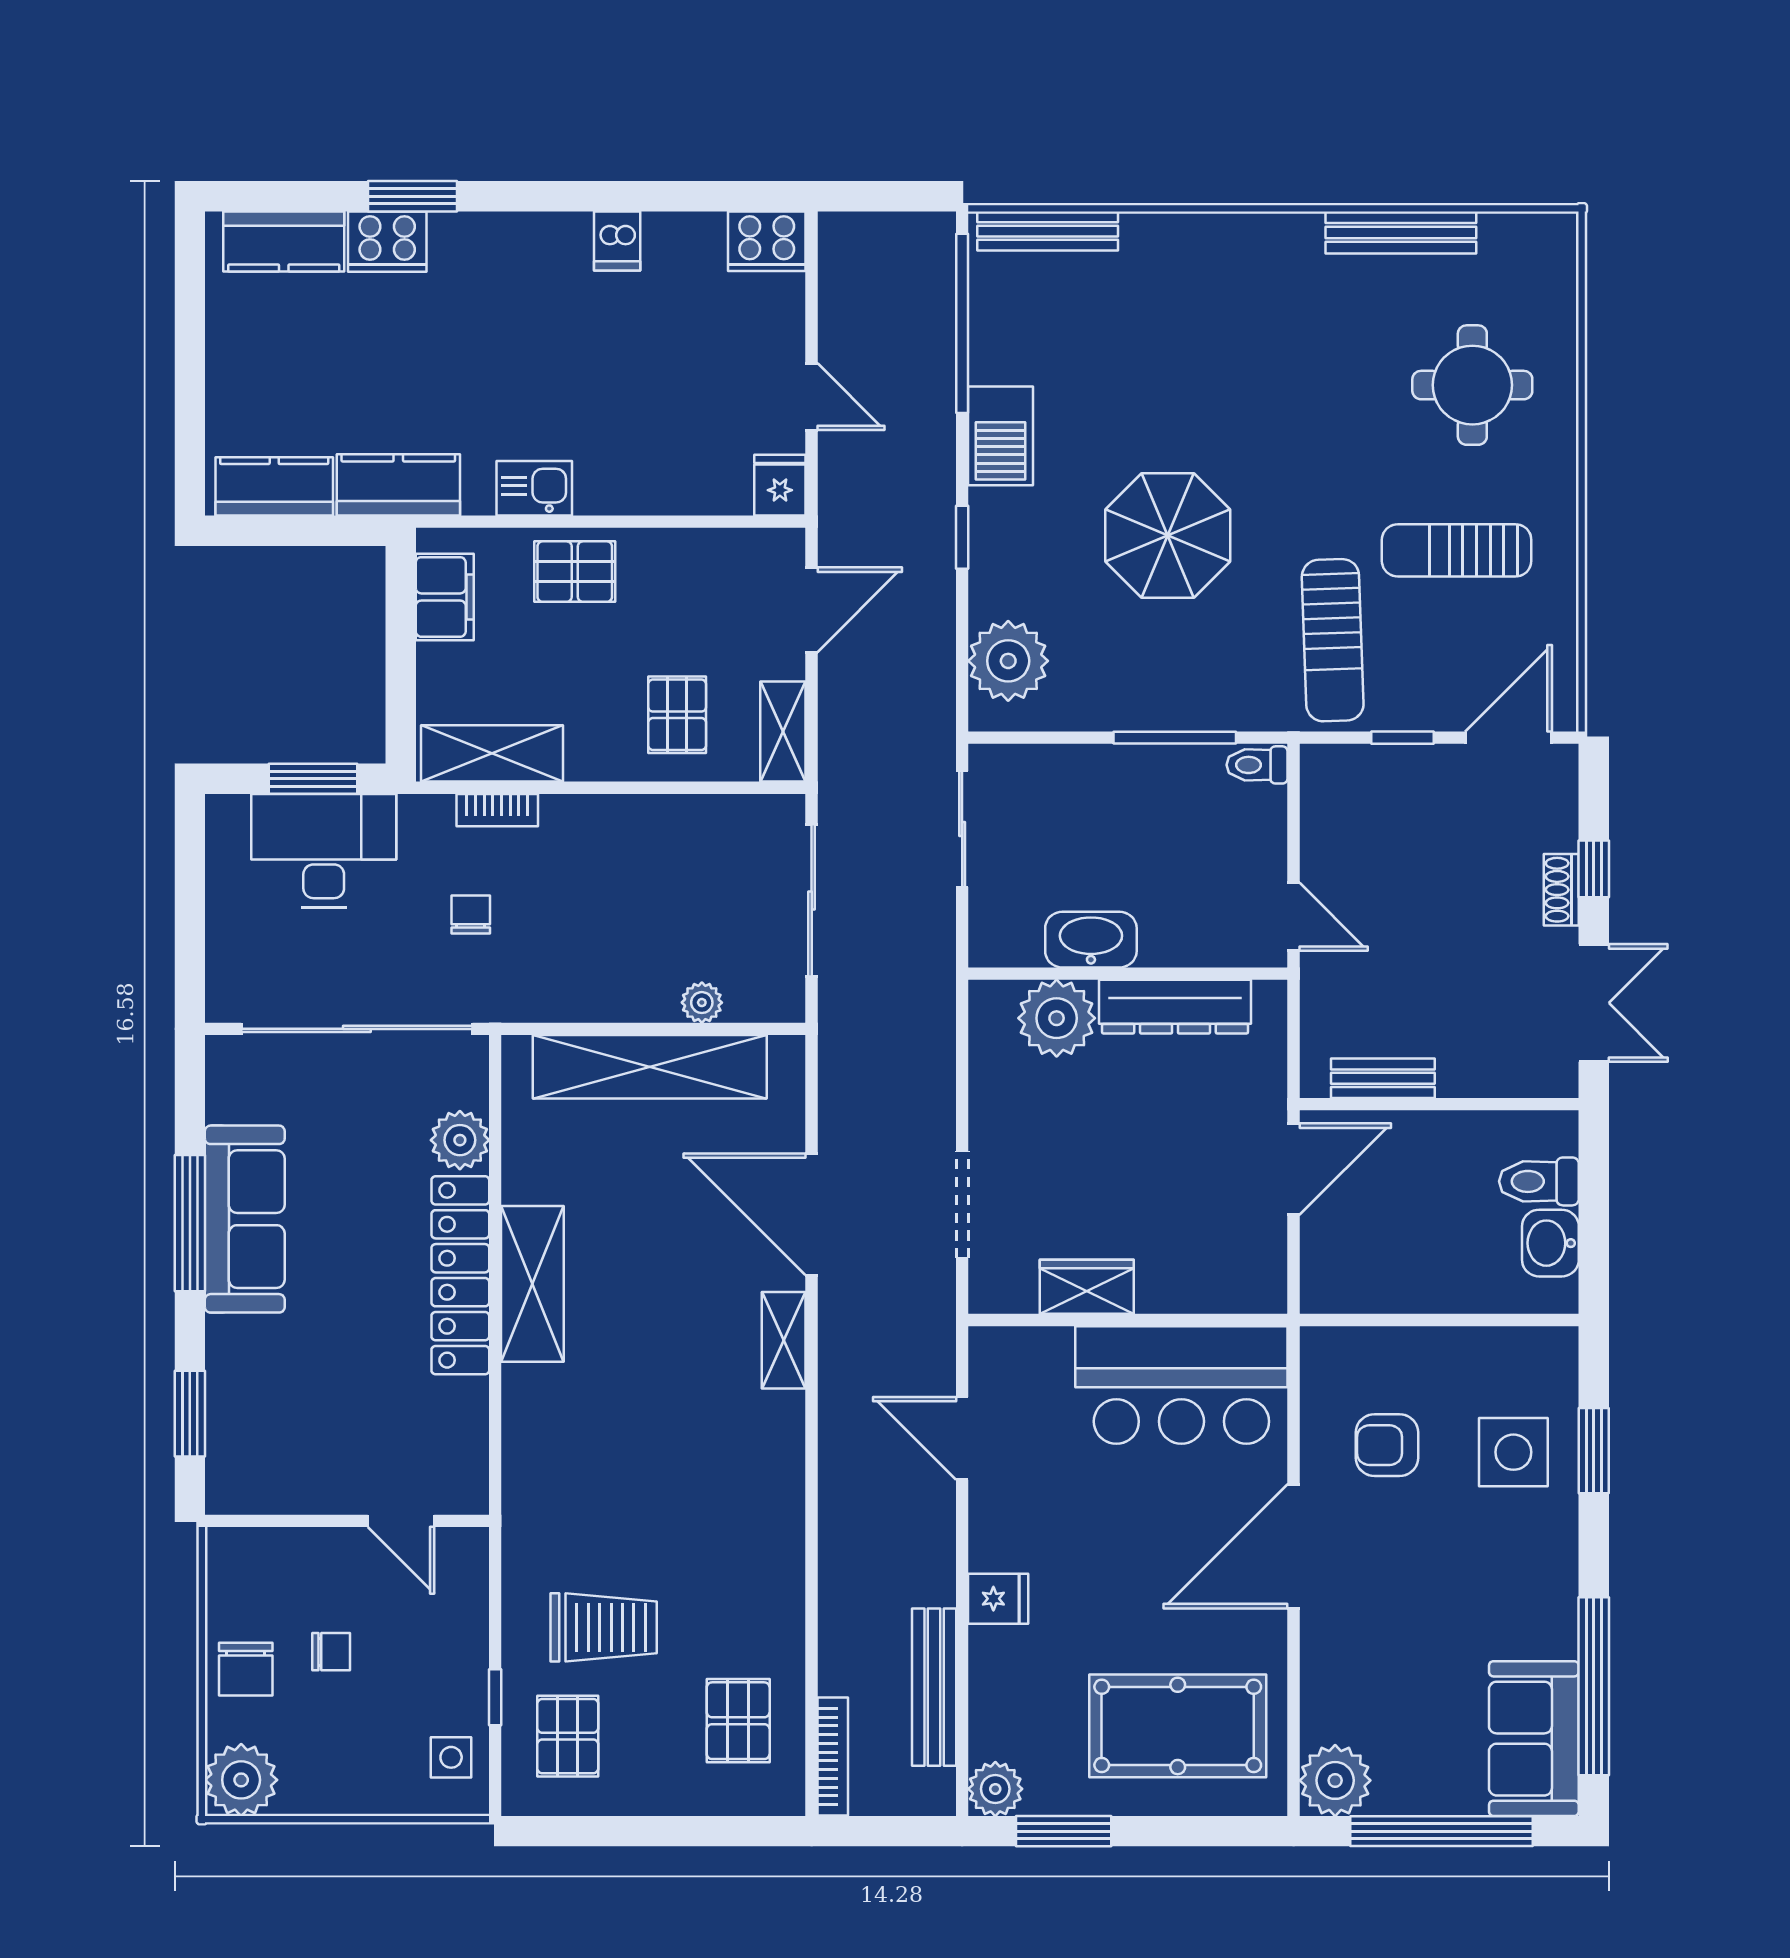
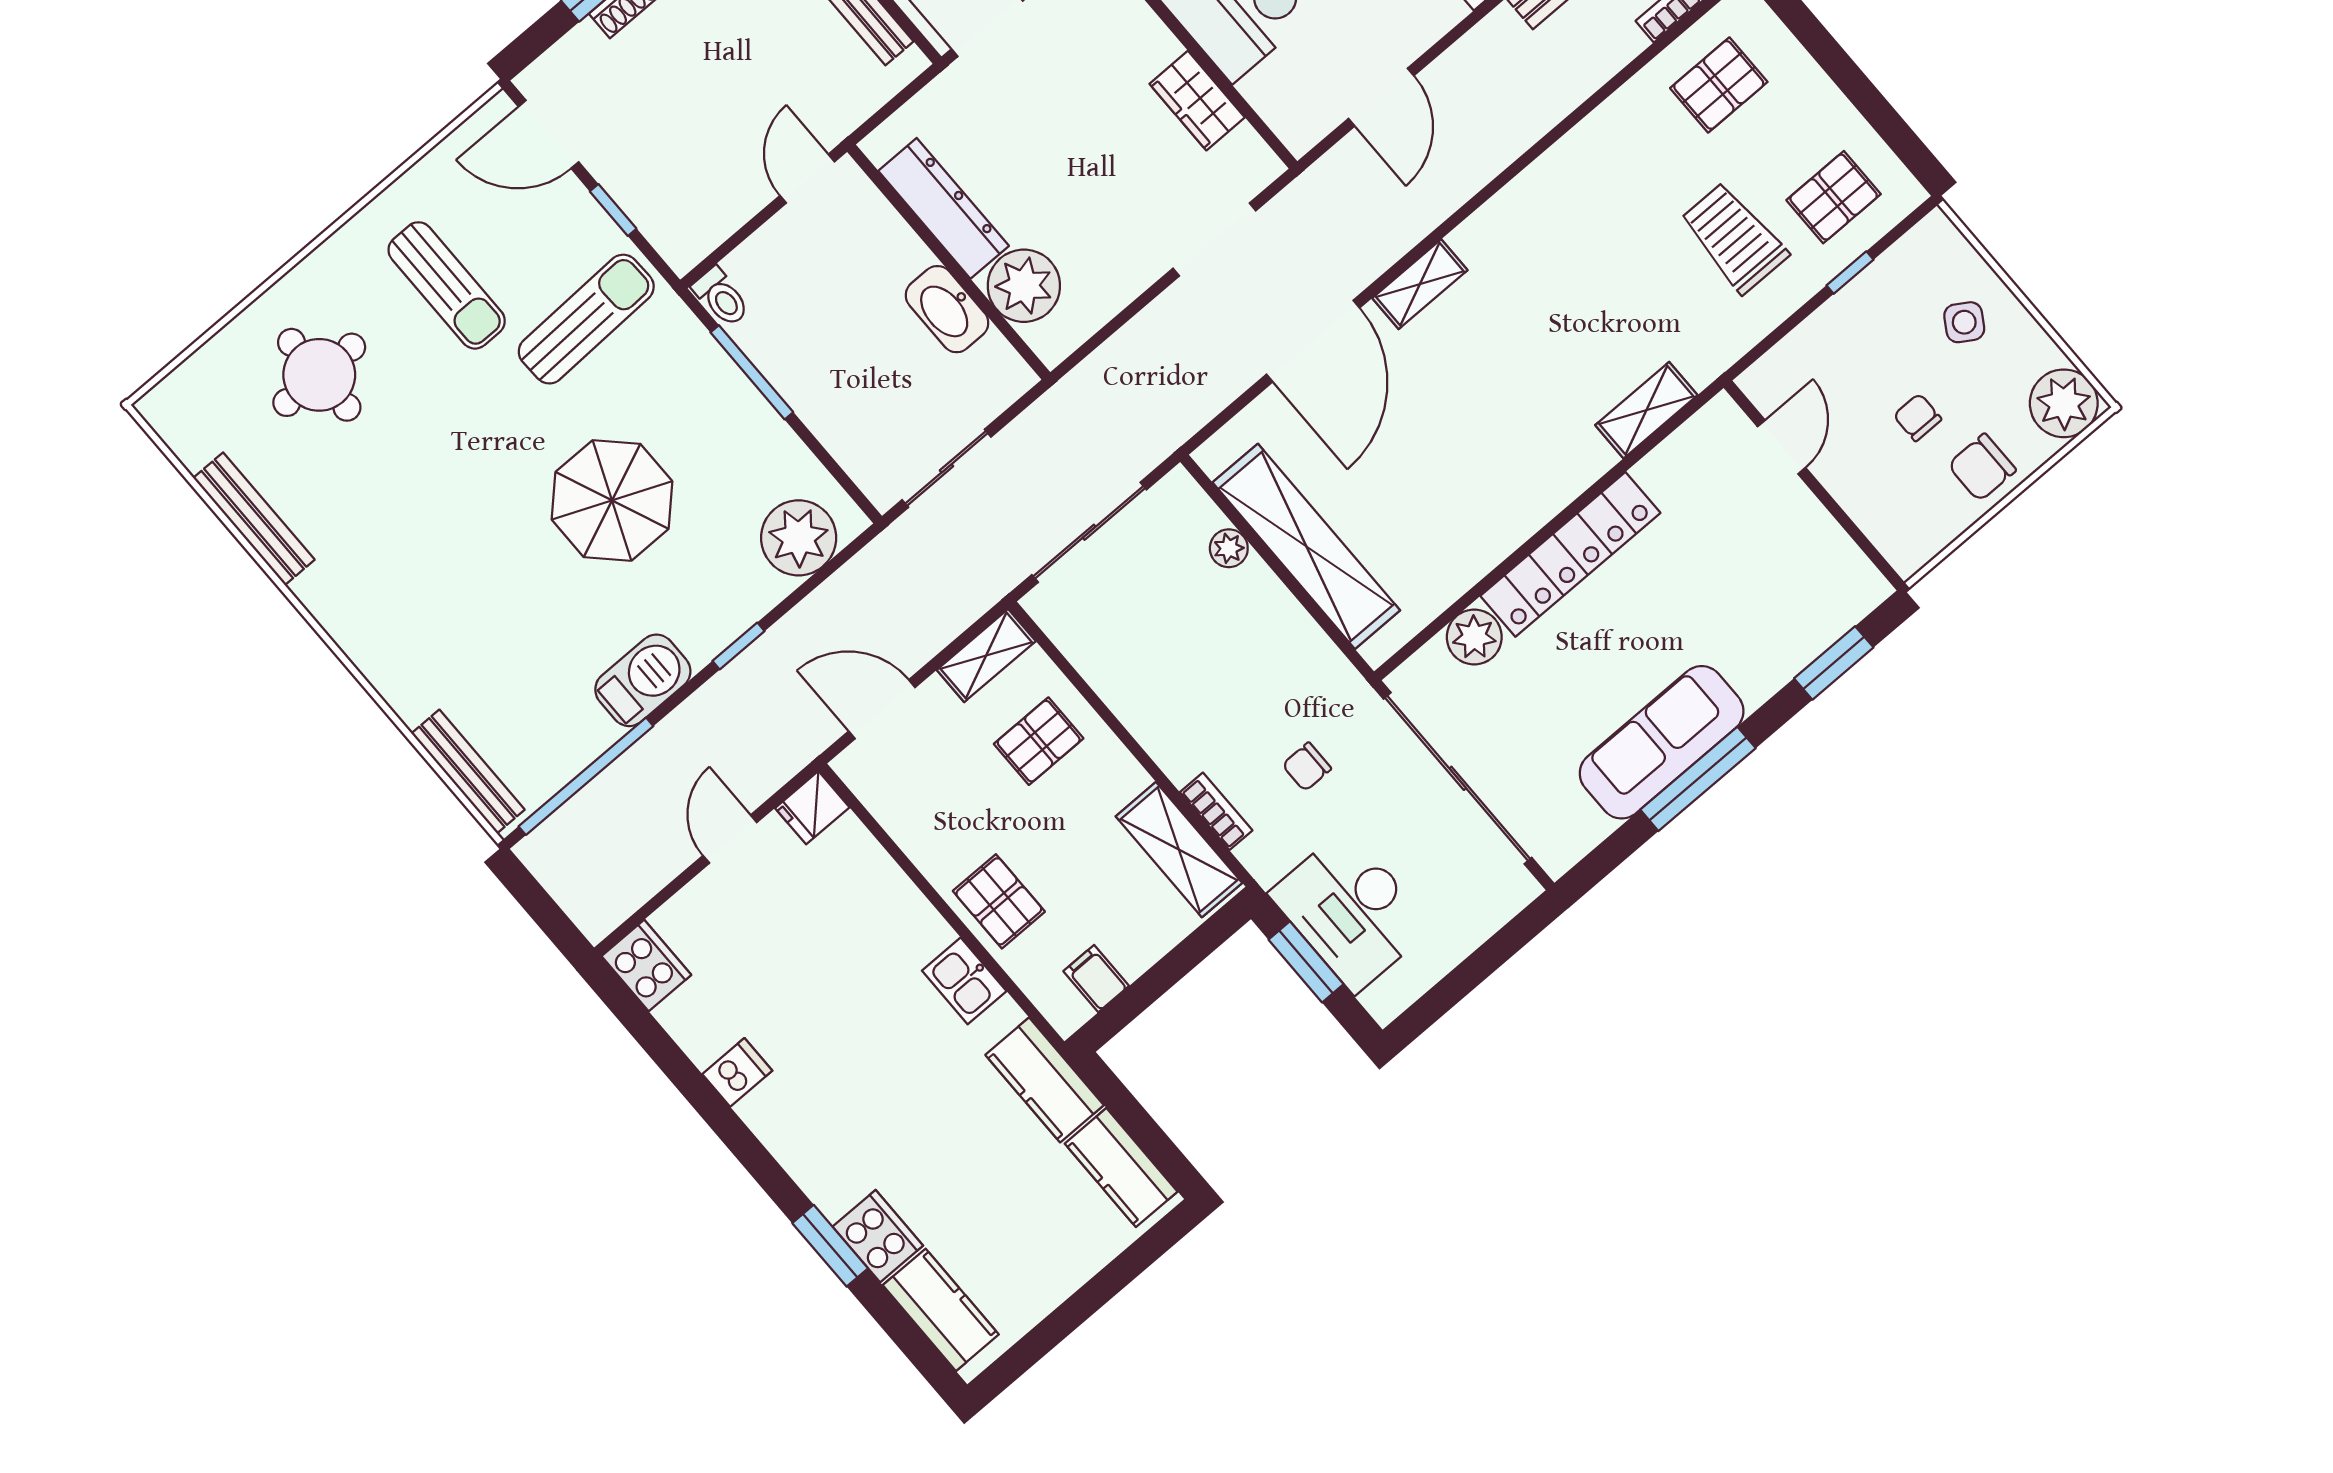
filing cabinet: (445, 597) -> (1096, 979), width x0.50
shelving: (532, 1284) -> (1646, 410), moved, width x0.67, depth x0.75
chair: (246, 1669) -> (1982, 467), turned 180
side table: (451, 1757) -> (1964, 322), moved, turned 32

